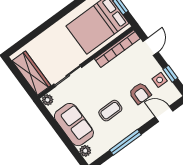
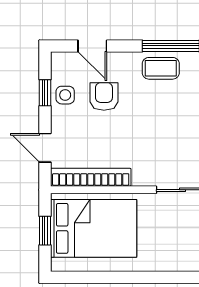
door: (151, 47) -> (45, 148), hinge flipped
coffee table: (110, 111) -> (161, 68), moved

